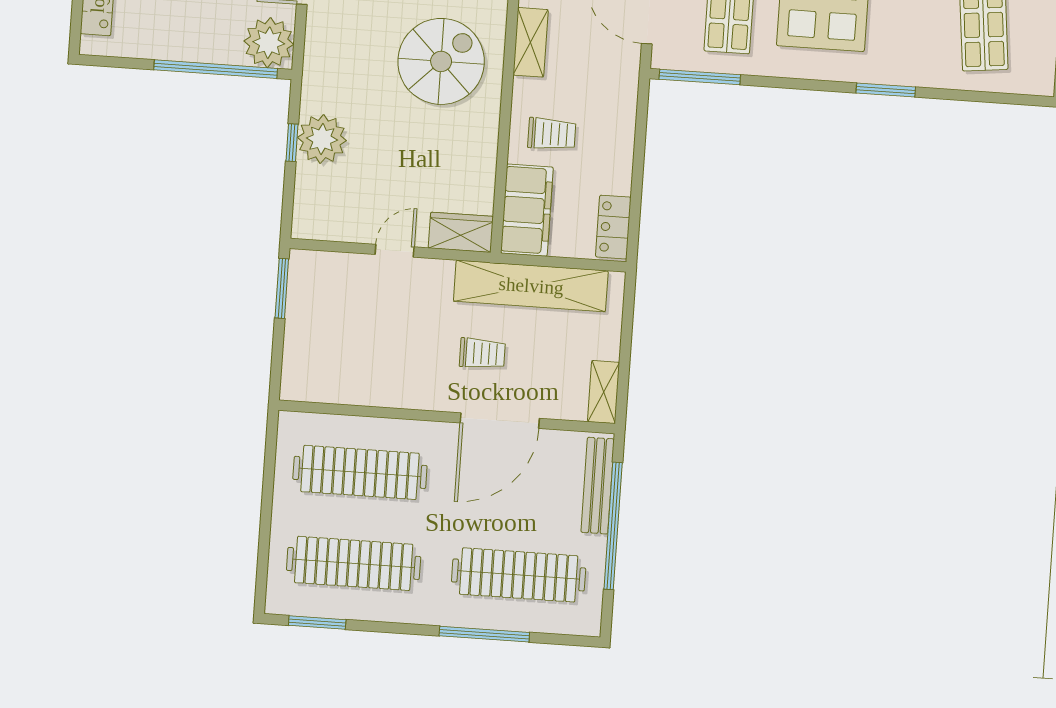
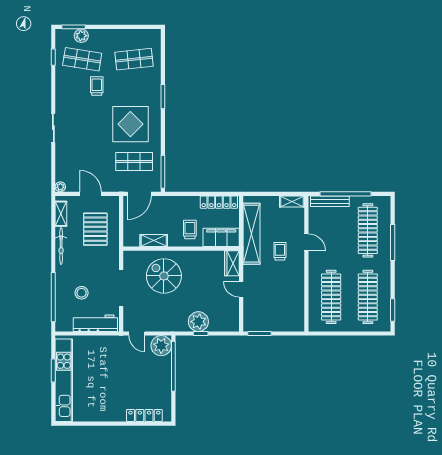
locker: (613, 227) -> (219, 202), width x1.53
door: (500, 421) -> (306, 242), width x0.53

